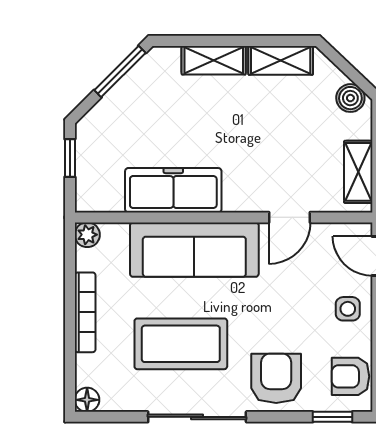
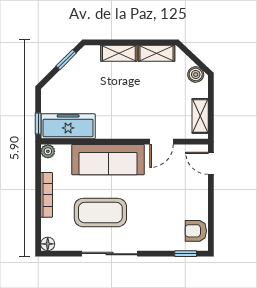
window: (120, 72) -> (66, 60), width x0.67
window: (70, 158) -> (38, 124), moved
freezer: (173, 190) -> (68, 126), moved
side table: (348, 309) -> (194, 193), removed
armchair: (276, 378) -> (154, 232), removed

